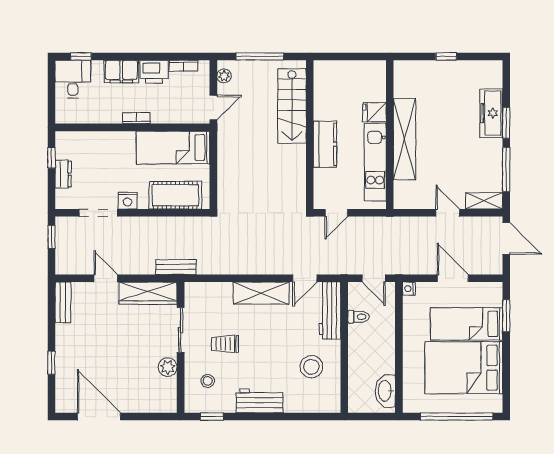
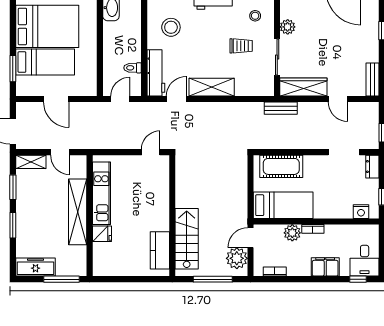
window: (446, 56) -> (62, 279), width x2.17
printer: (154, 72) -> (299, 267), removed
plant: (224, 76) -> (237, 258), width x1.88, depth x1.88
fridge: (375, 112) -> (102, 234), moved
plant: (162, 113) -> (292, 233), added
freezer: (491, 113) -> (35, 267), moved, turned -90
wall: (390, 135) -> (90, 216), moved
shelving: (405, 139) -> (78, 212), moved
kitchen counter: (325, 144) -> (160, 250), moved
kitchen unit: (375, 162) -> (101, 193), moved
window: (506, 169) -> (13, 187), width x0.69
dresser: (63, 174) -> (372, 167), moved
nightstand: (127, 201) -> (361, 212), moved, turned 180
door: (374, 278) -> (120, 99), hinge flipped
nightstand: (409, 289) -> (92, 91), removed

